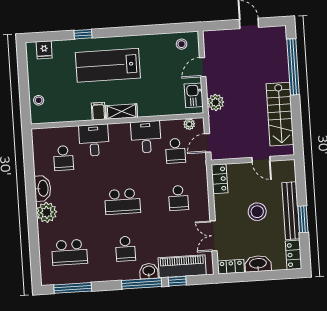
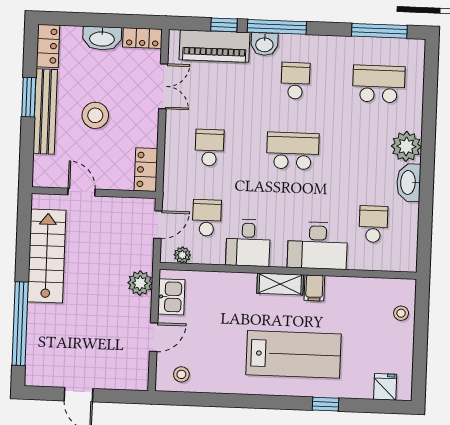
desk: (94, 140) -> (317, 246), width x1.37

